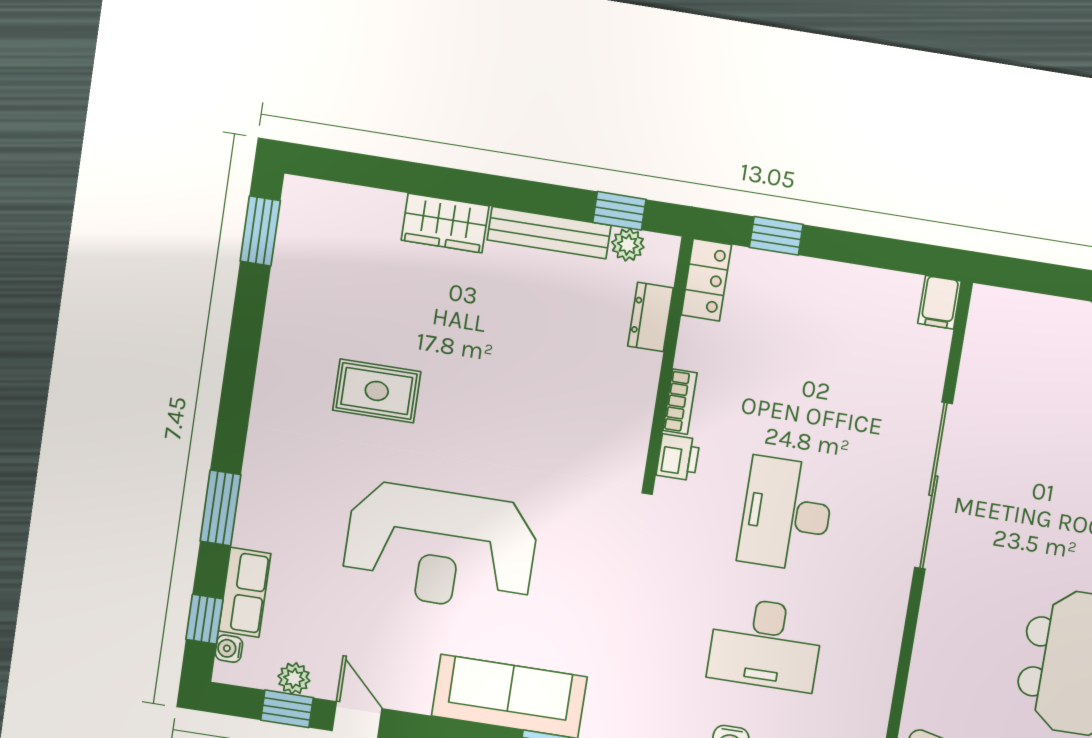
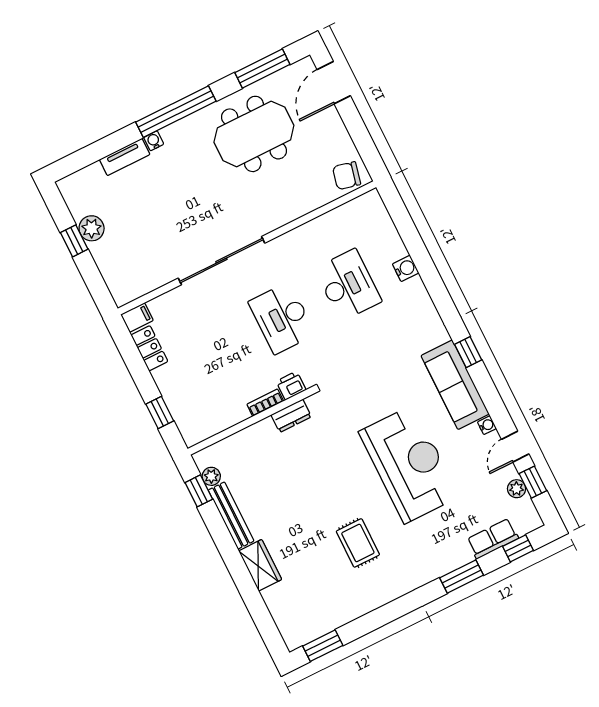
locker: (706, 280) -> (149, 348), moved, turned 90
dresser: (651, 317) -> (291, 416), moved
desk: (786, 514) -> (282, 318), turned 90
water cooler: (229, 649) -> (487, 425), moved, turned -90

